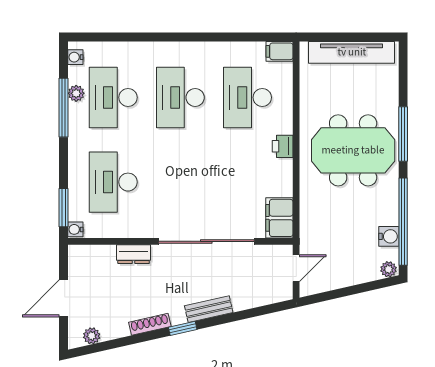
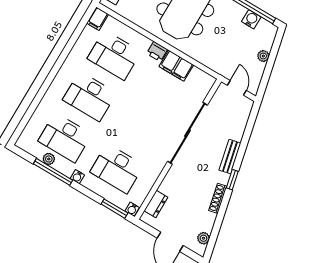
water cooler: (75, 57) -> (77, 177), moved
filing cabinet: (279, 218) -> (176, 66), moved
dresser: (134, 254) -> (156, 204), moved
plant: (389, 269) -> (263, 56), moved

